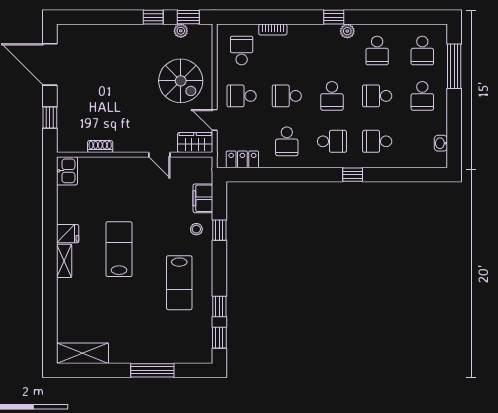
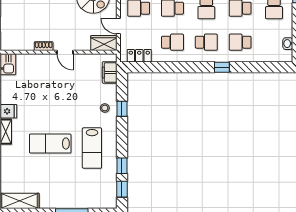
school desk: (287, 141) -> (172, 42), turned -90
shoe rack: (100, 147) -> (44, 46), moved
door: (159, 155) -> (65, 52), moved
filing cabinet: (203, 198) -> (110, 73), moved
lab bench: (119, 249) -> (50, 143), moved, turned -90

